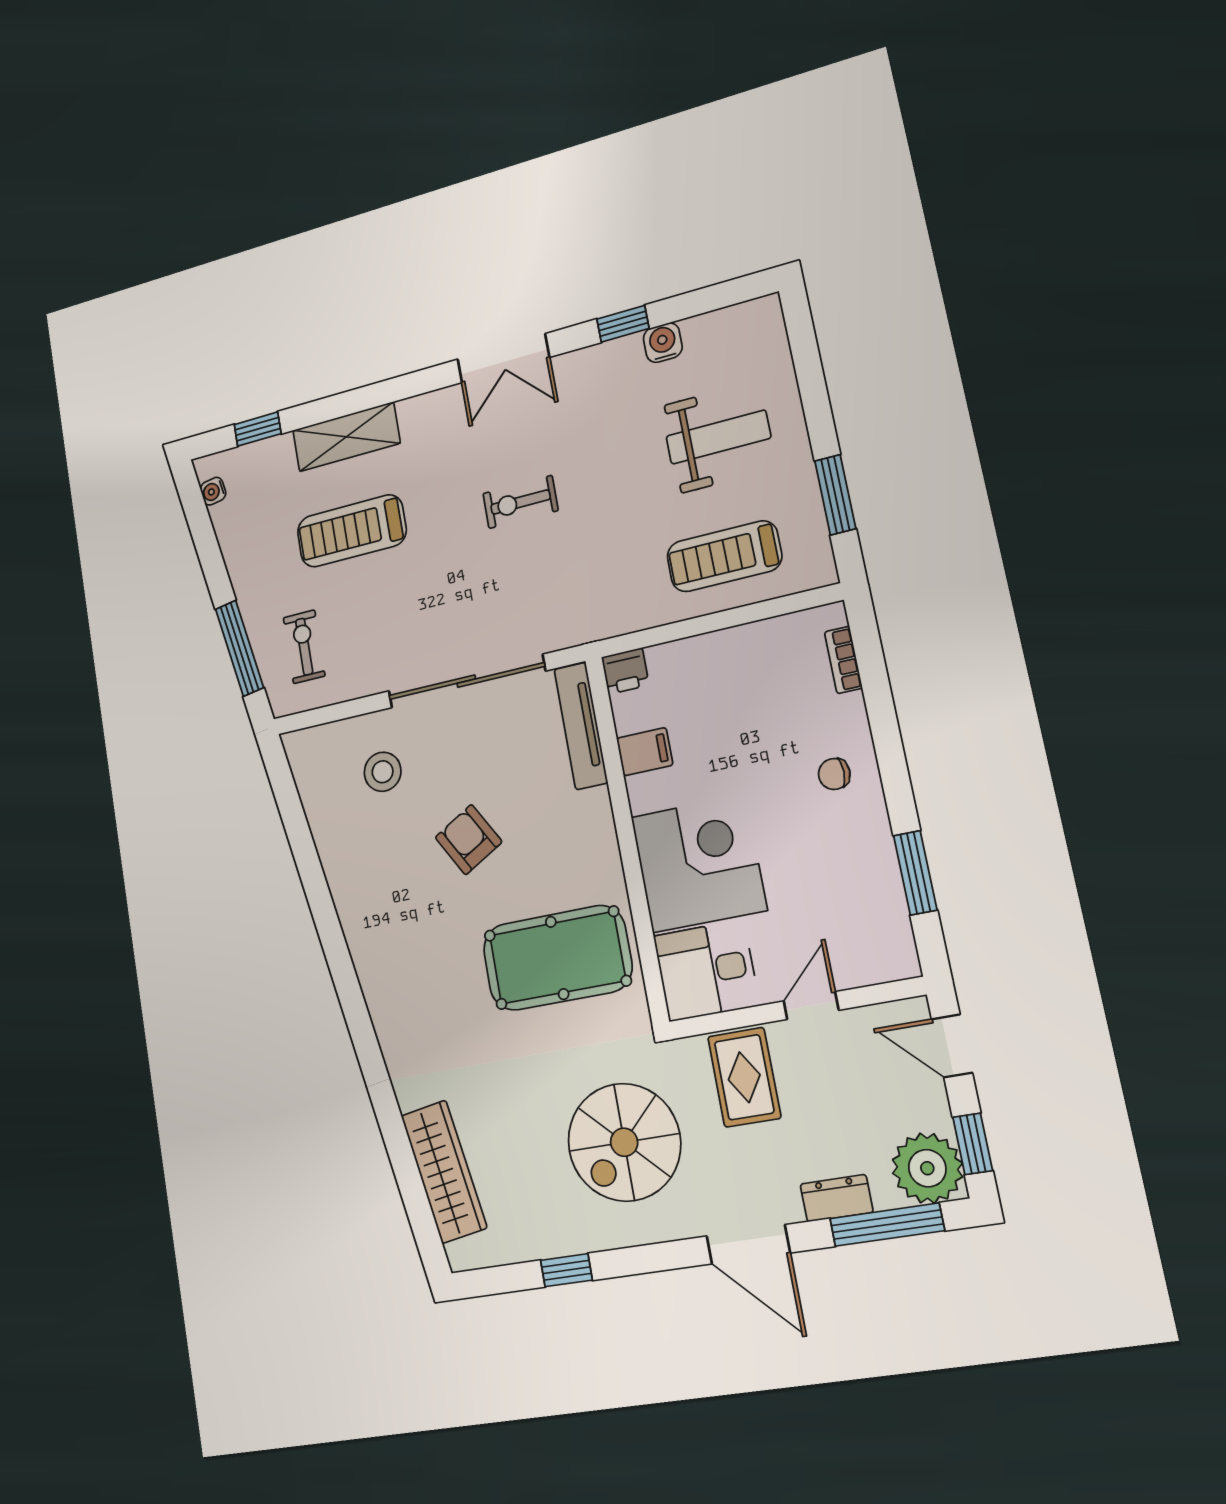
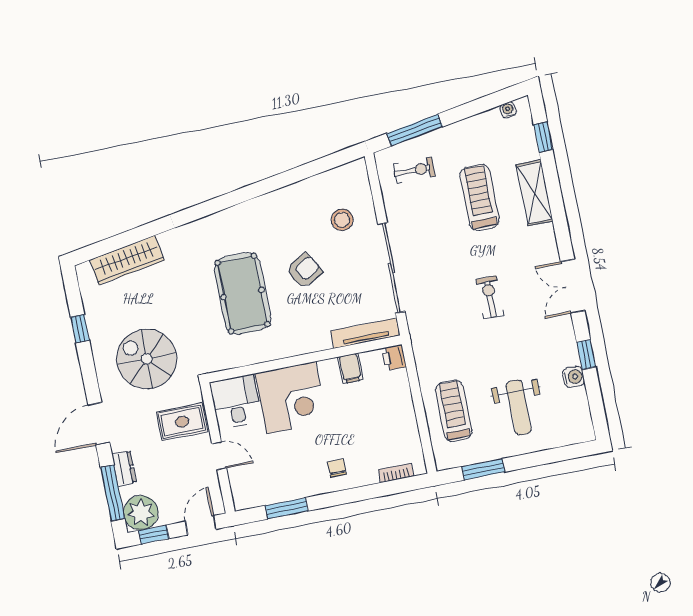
pool table: (557, 958) -> (243, 294), moved

